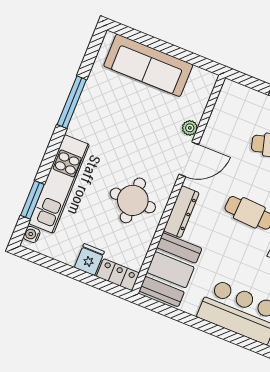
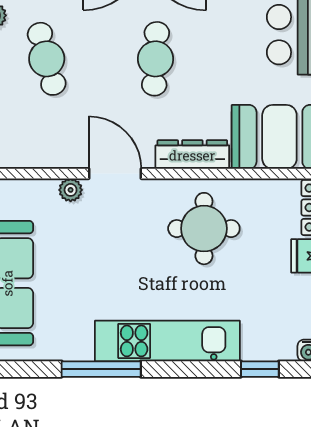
kitchen unit: (59, 184) -> (167, 341), moved
window: (32, 200) -> (260, 369), width x0.67

